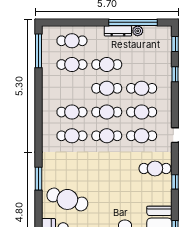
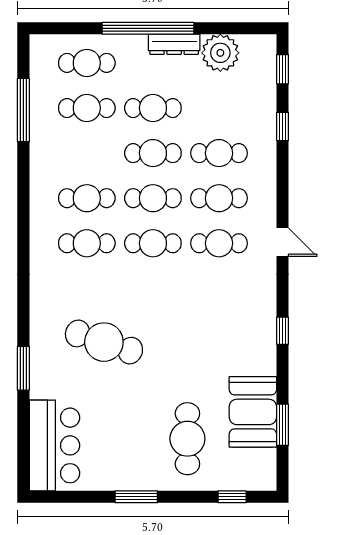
window: (133, 22) -> (148, 28), moved
plant: (138, 31) -> (220, 53), width x1.87, depth x1.87
window: (38, 51) -> (23, 110), moved
cafe table: (155, 168) -> (244, 305), removed
window: (38, 179) -> (23, 368), moved
cafe table: (67, 199) -> (104, 342), moved

